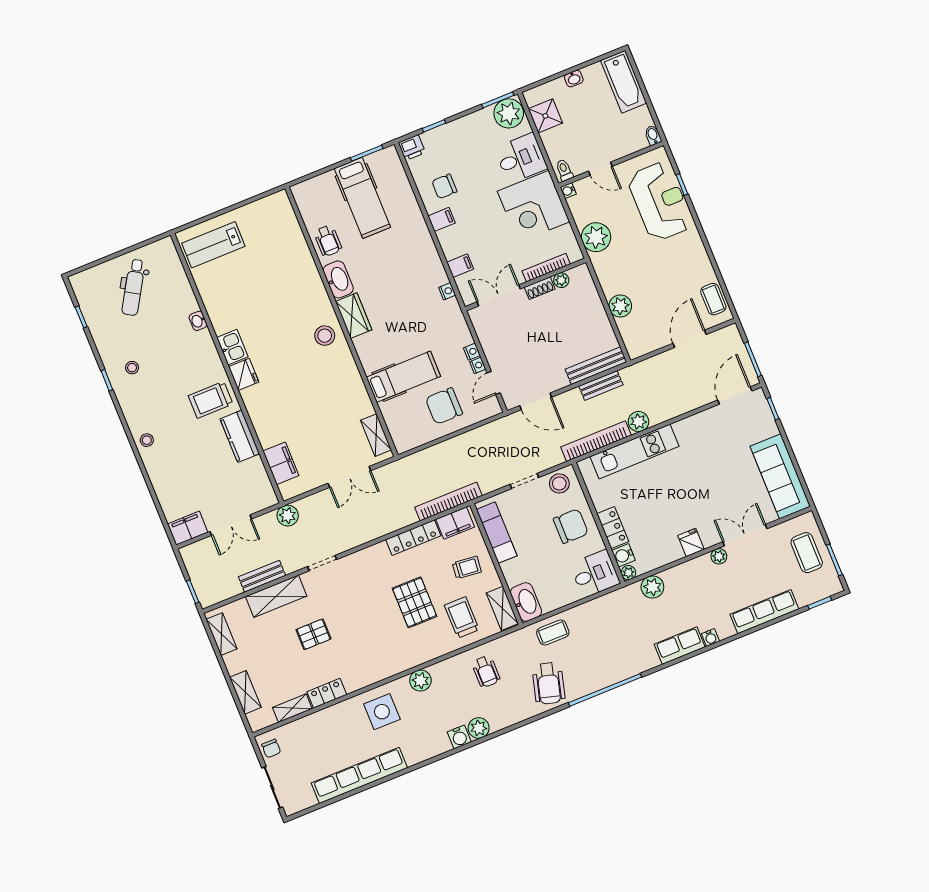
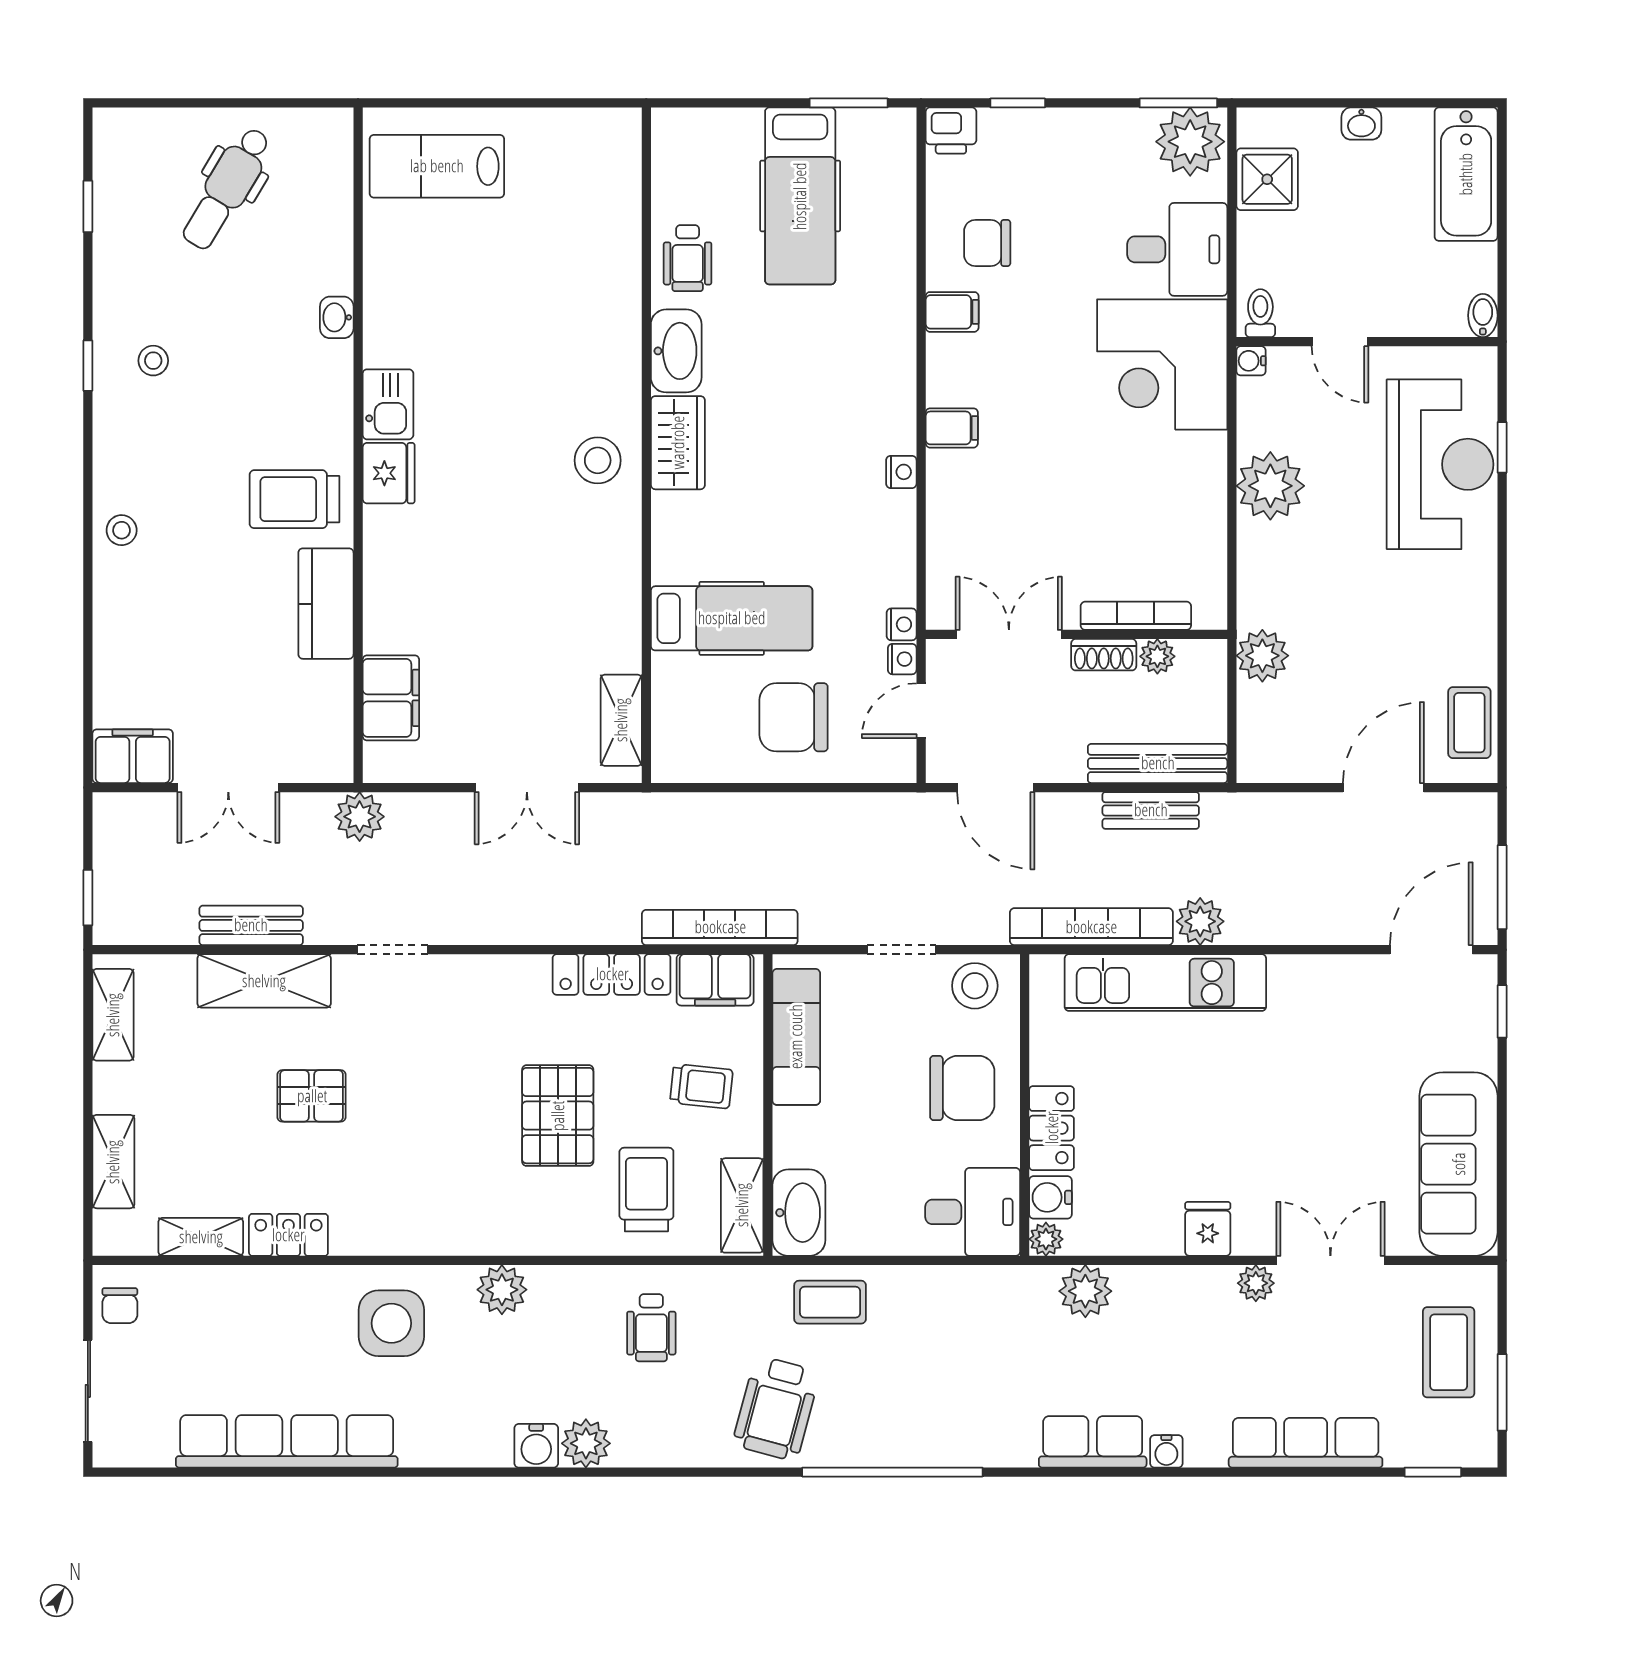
bookcase: (546, 268) -> (1136, 616), moved
plant: (561, 280) -> (1157, 656), moved
wall: (526, 285) -> (1076, 634), moved
shoe rack: (540, 288) -> (1104, 655), moved
double door: (499, 295) -> (1009, 634), moved

